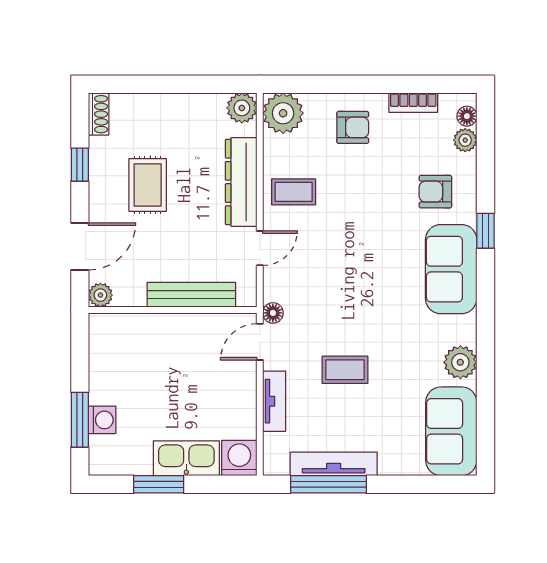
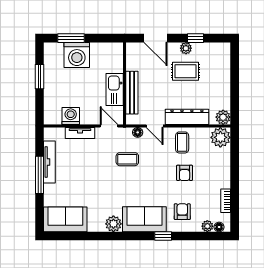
shoe rack: (99, 114) -> (220, 47), removed
armchair: (353, 127) -> (185, 173), moved
plant: (100, 295) -> (186, 48), moved
floor lamp: (273, 313) -> (138, 132), moved
plant: (460, 362) -> (113, 224), moved
coffee table: (345, 370) -> (127, 159), moved, turned 90
washing machine: (102, 420) -> (77, 55), width x1.89, depth x1.89
kitchen sink: (186, 458) -> (115, 89), moved, turned 180
washing machine: (239, 458) -> (71, 116), moved, turned -90
window: (328, 484) -> (40, 175), moved

